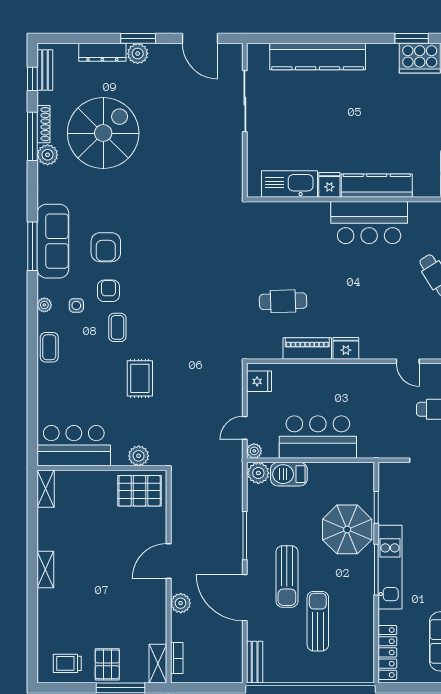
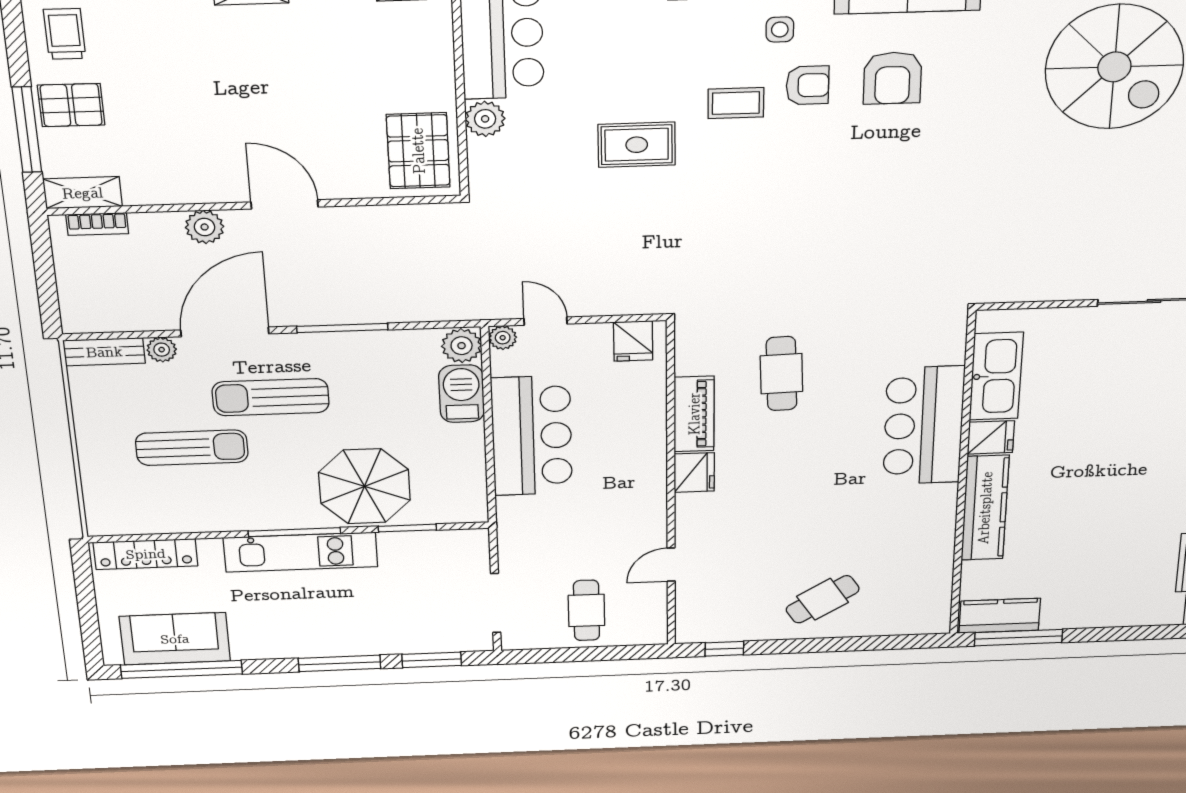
bar counter: (369, 223) -> (924, 426), moved
armchair: (106, 247) -> (893, 78), turned -90
plant: (139, 456) -> (485, 119), moved
plant: (255, 632) -> (162, 350), added

